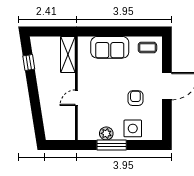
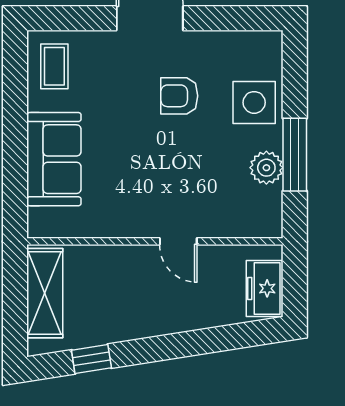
shelving: (68, 54) -> (45, 293), moved, turned 90
freezer: (57, 133) -> (265, 288), added

